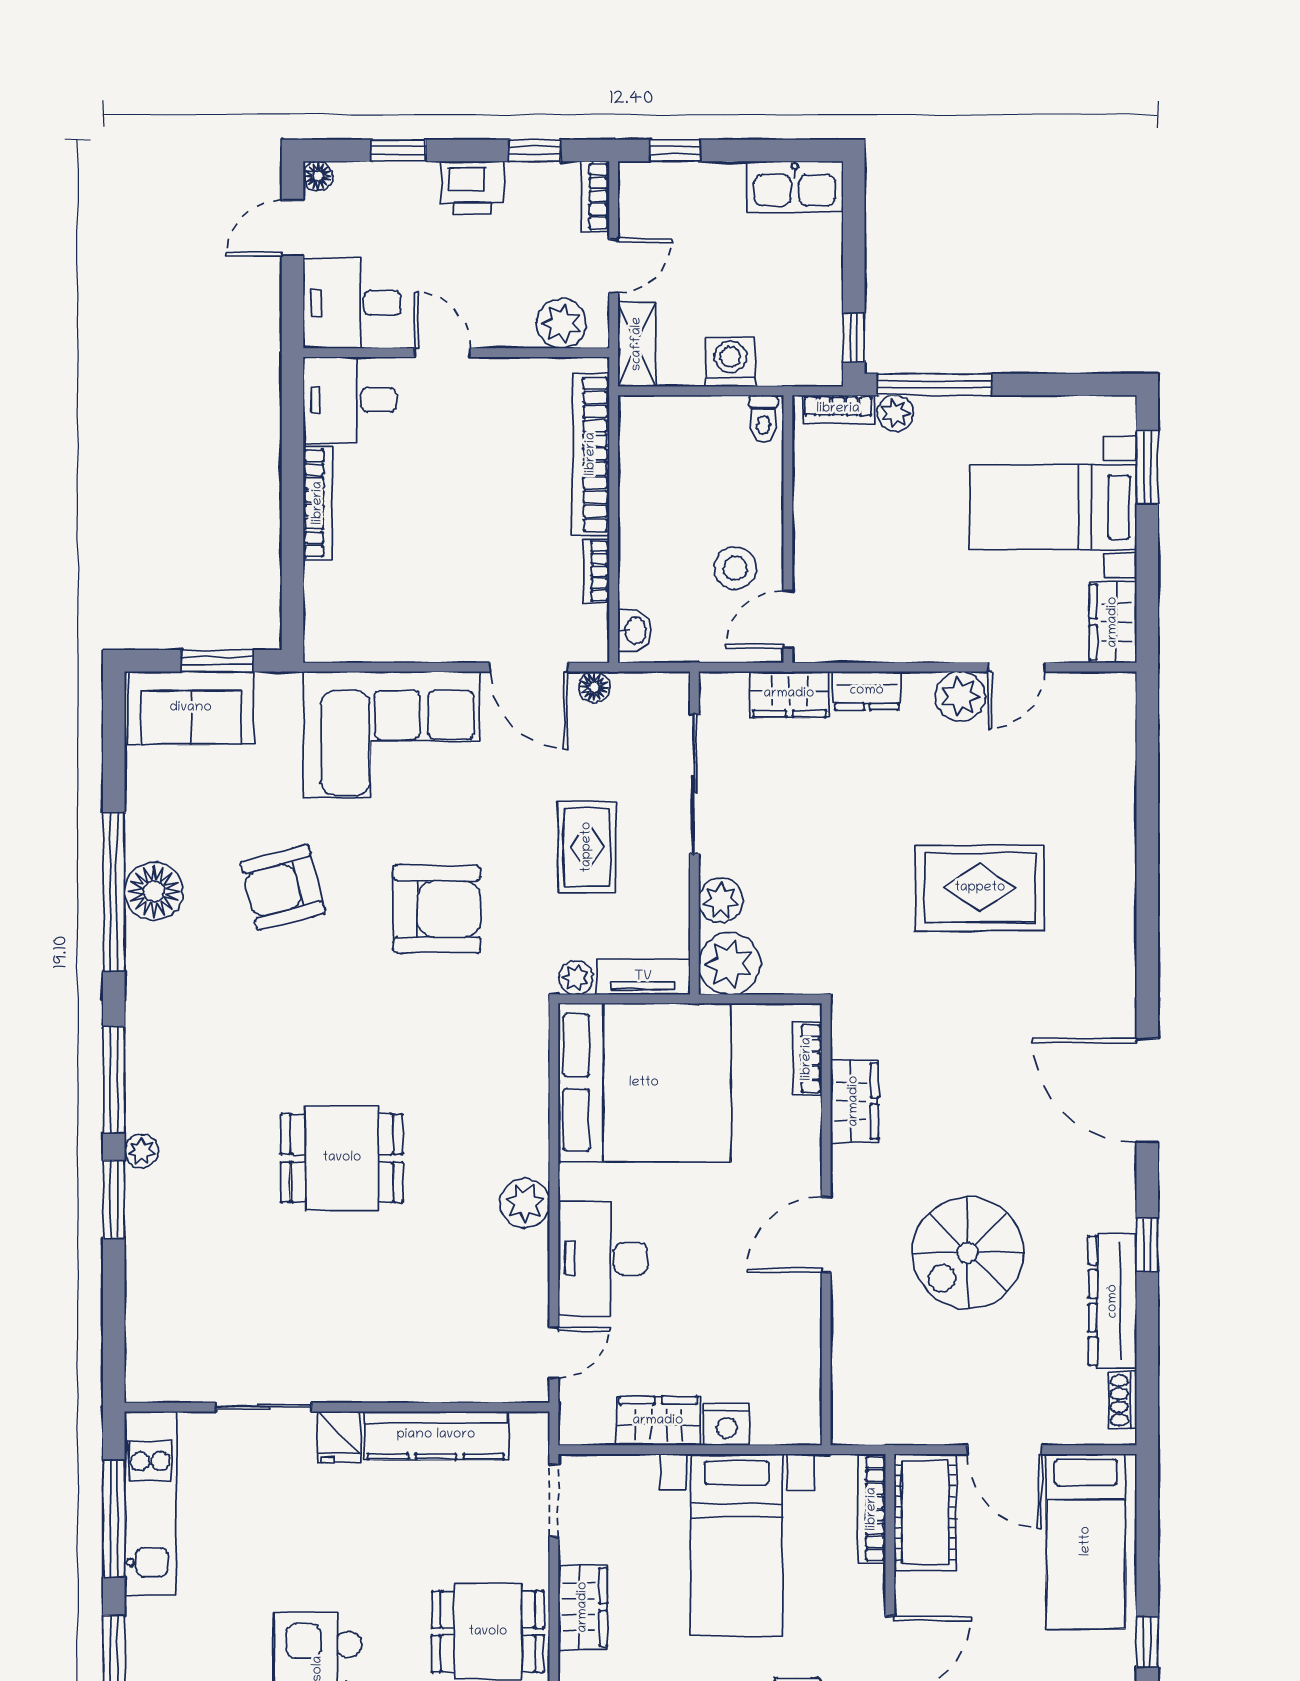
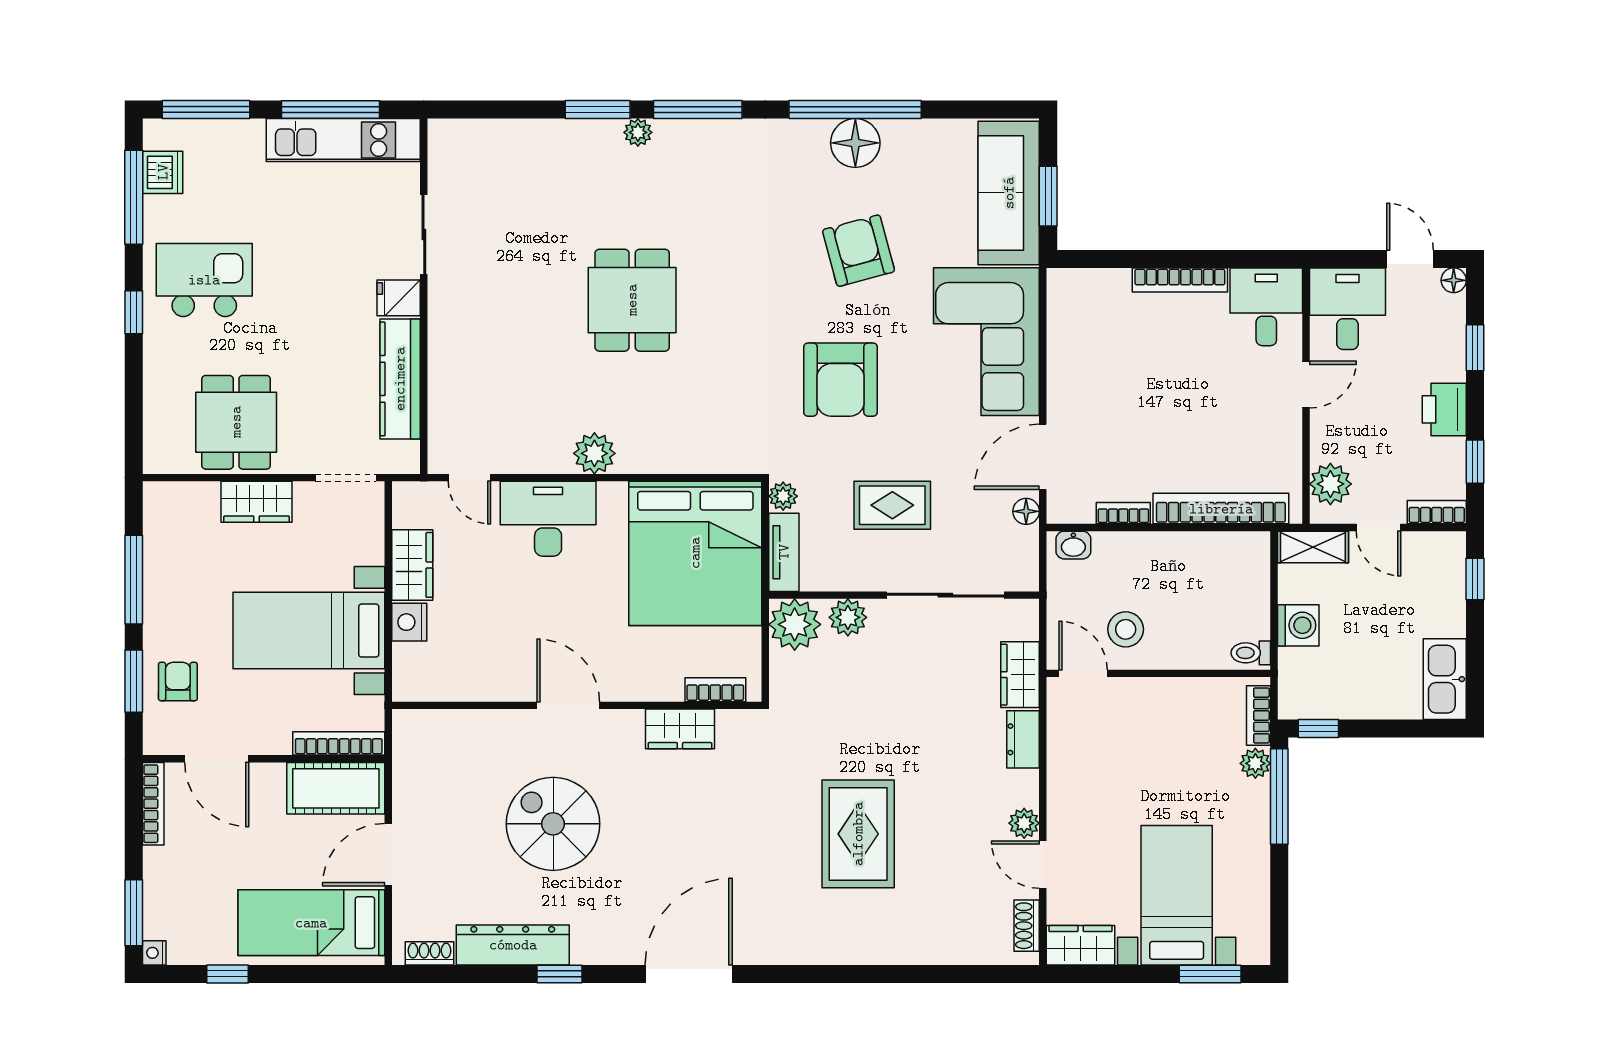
shoe rack: (1090, 686) -> (1027, 926), added
plant: (960, 696) -> (1024, 823), width x0.73, depth x0.73
sofa: (191, 708) -> (1009, 193), width x1.36

